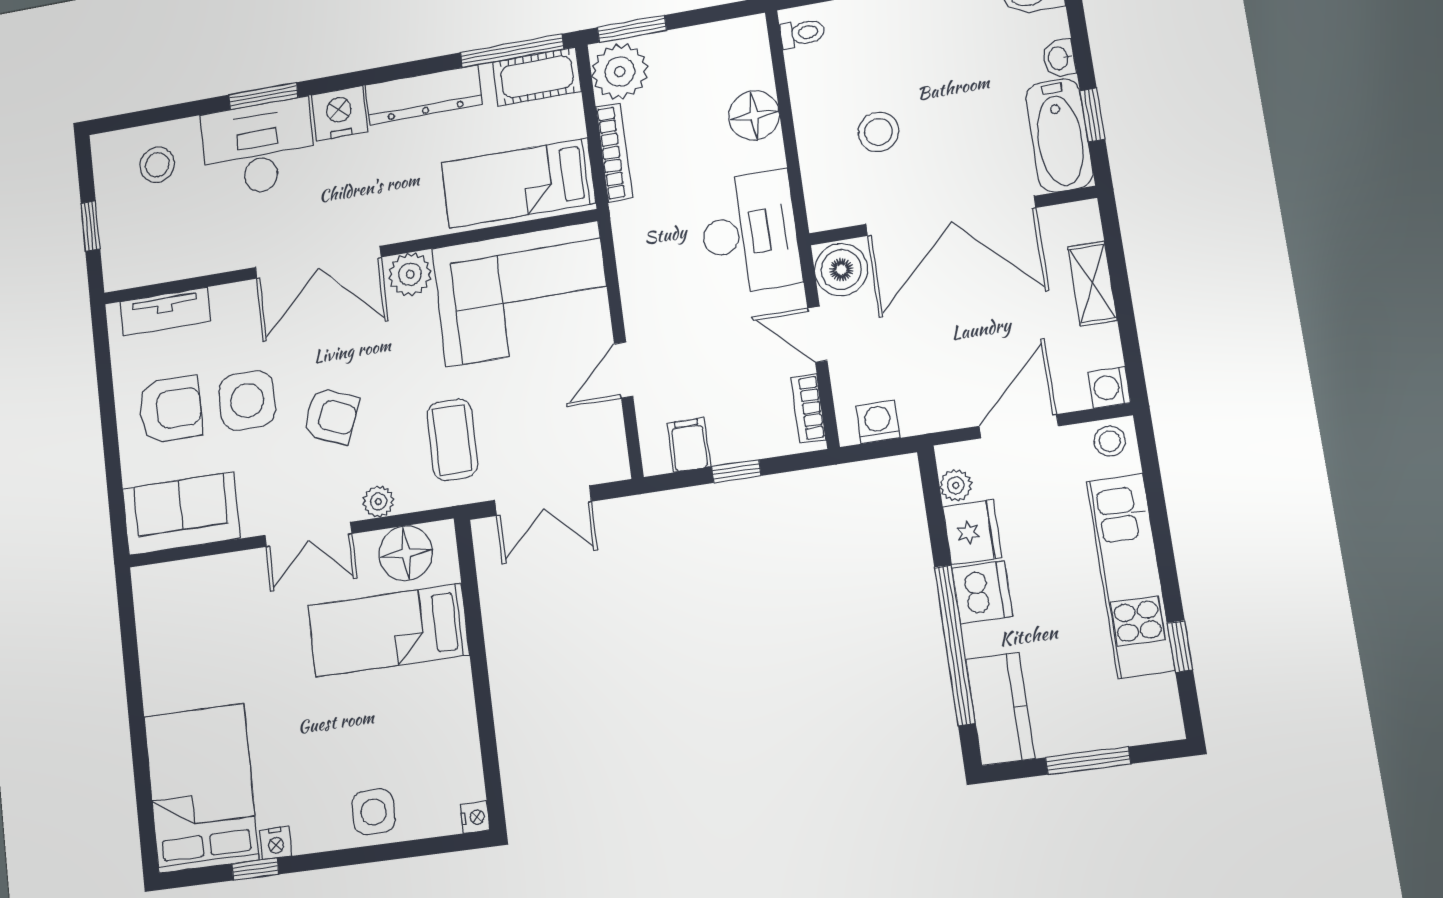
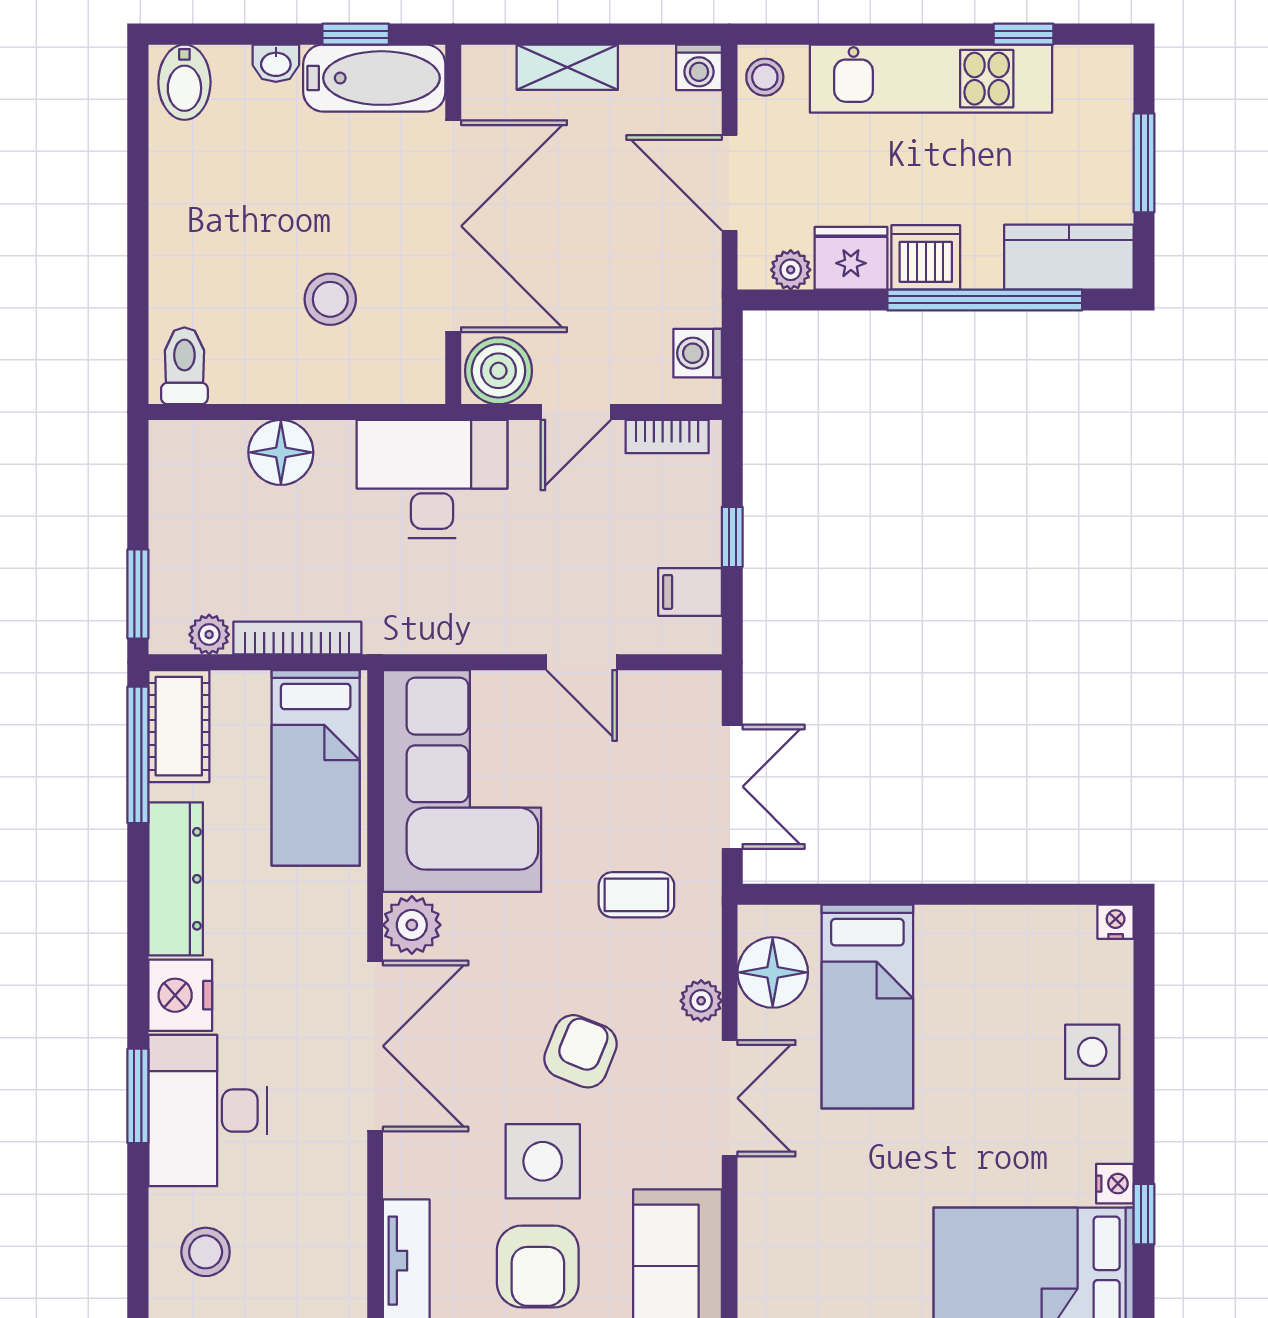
toilet: (802, 33) -> (184, 366), width x1.37, depth x1.39
plant: (620, 72) -> (209, 635), width x0.53, depth x0.53
armchair: (171, 409) -> (538, 1266), turned 180
coffee table: (452, 440) -> (636, 895), width x0.73, depth x0.77

